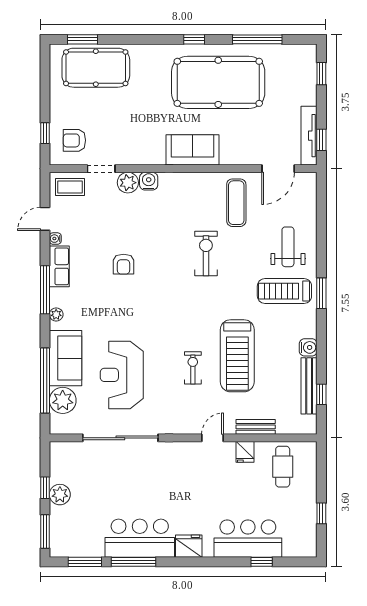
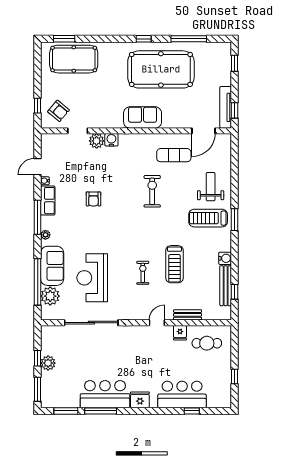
armchair: (74, 140) -> (58, 111), turned -140
coffee table: (70, 187) -> (55, 144), removed
exercise mat: (236, 203) -> (174, 155), turned 90
treadmill: (237, 356) -> (174, 264), width x0.73, depth x0.73
cafe table: (283, 467) -> (207, 343), turned 90

